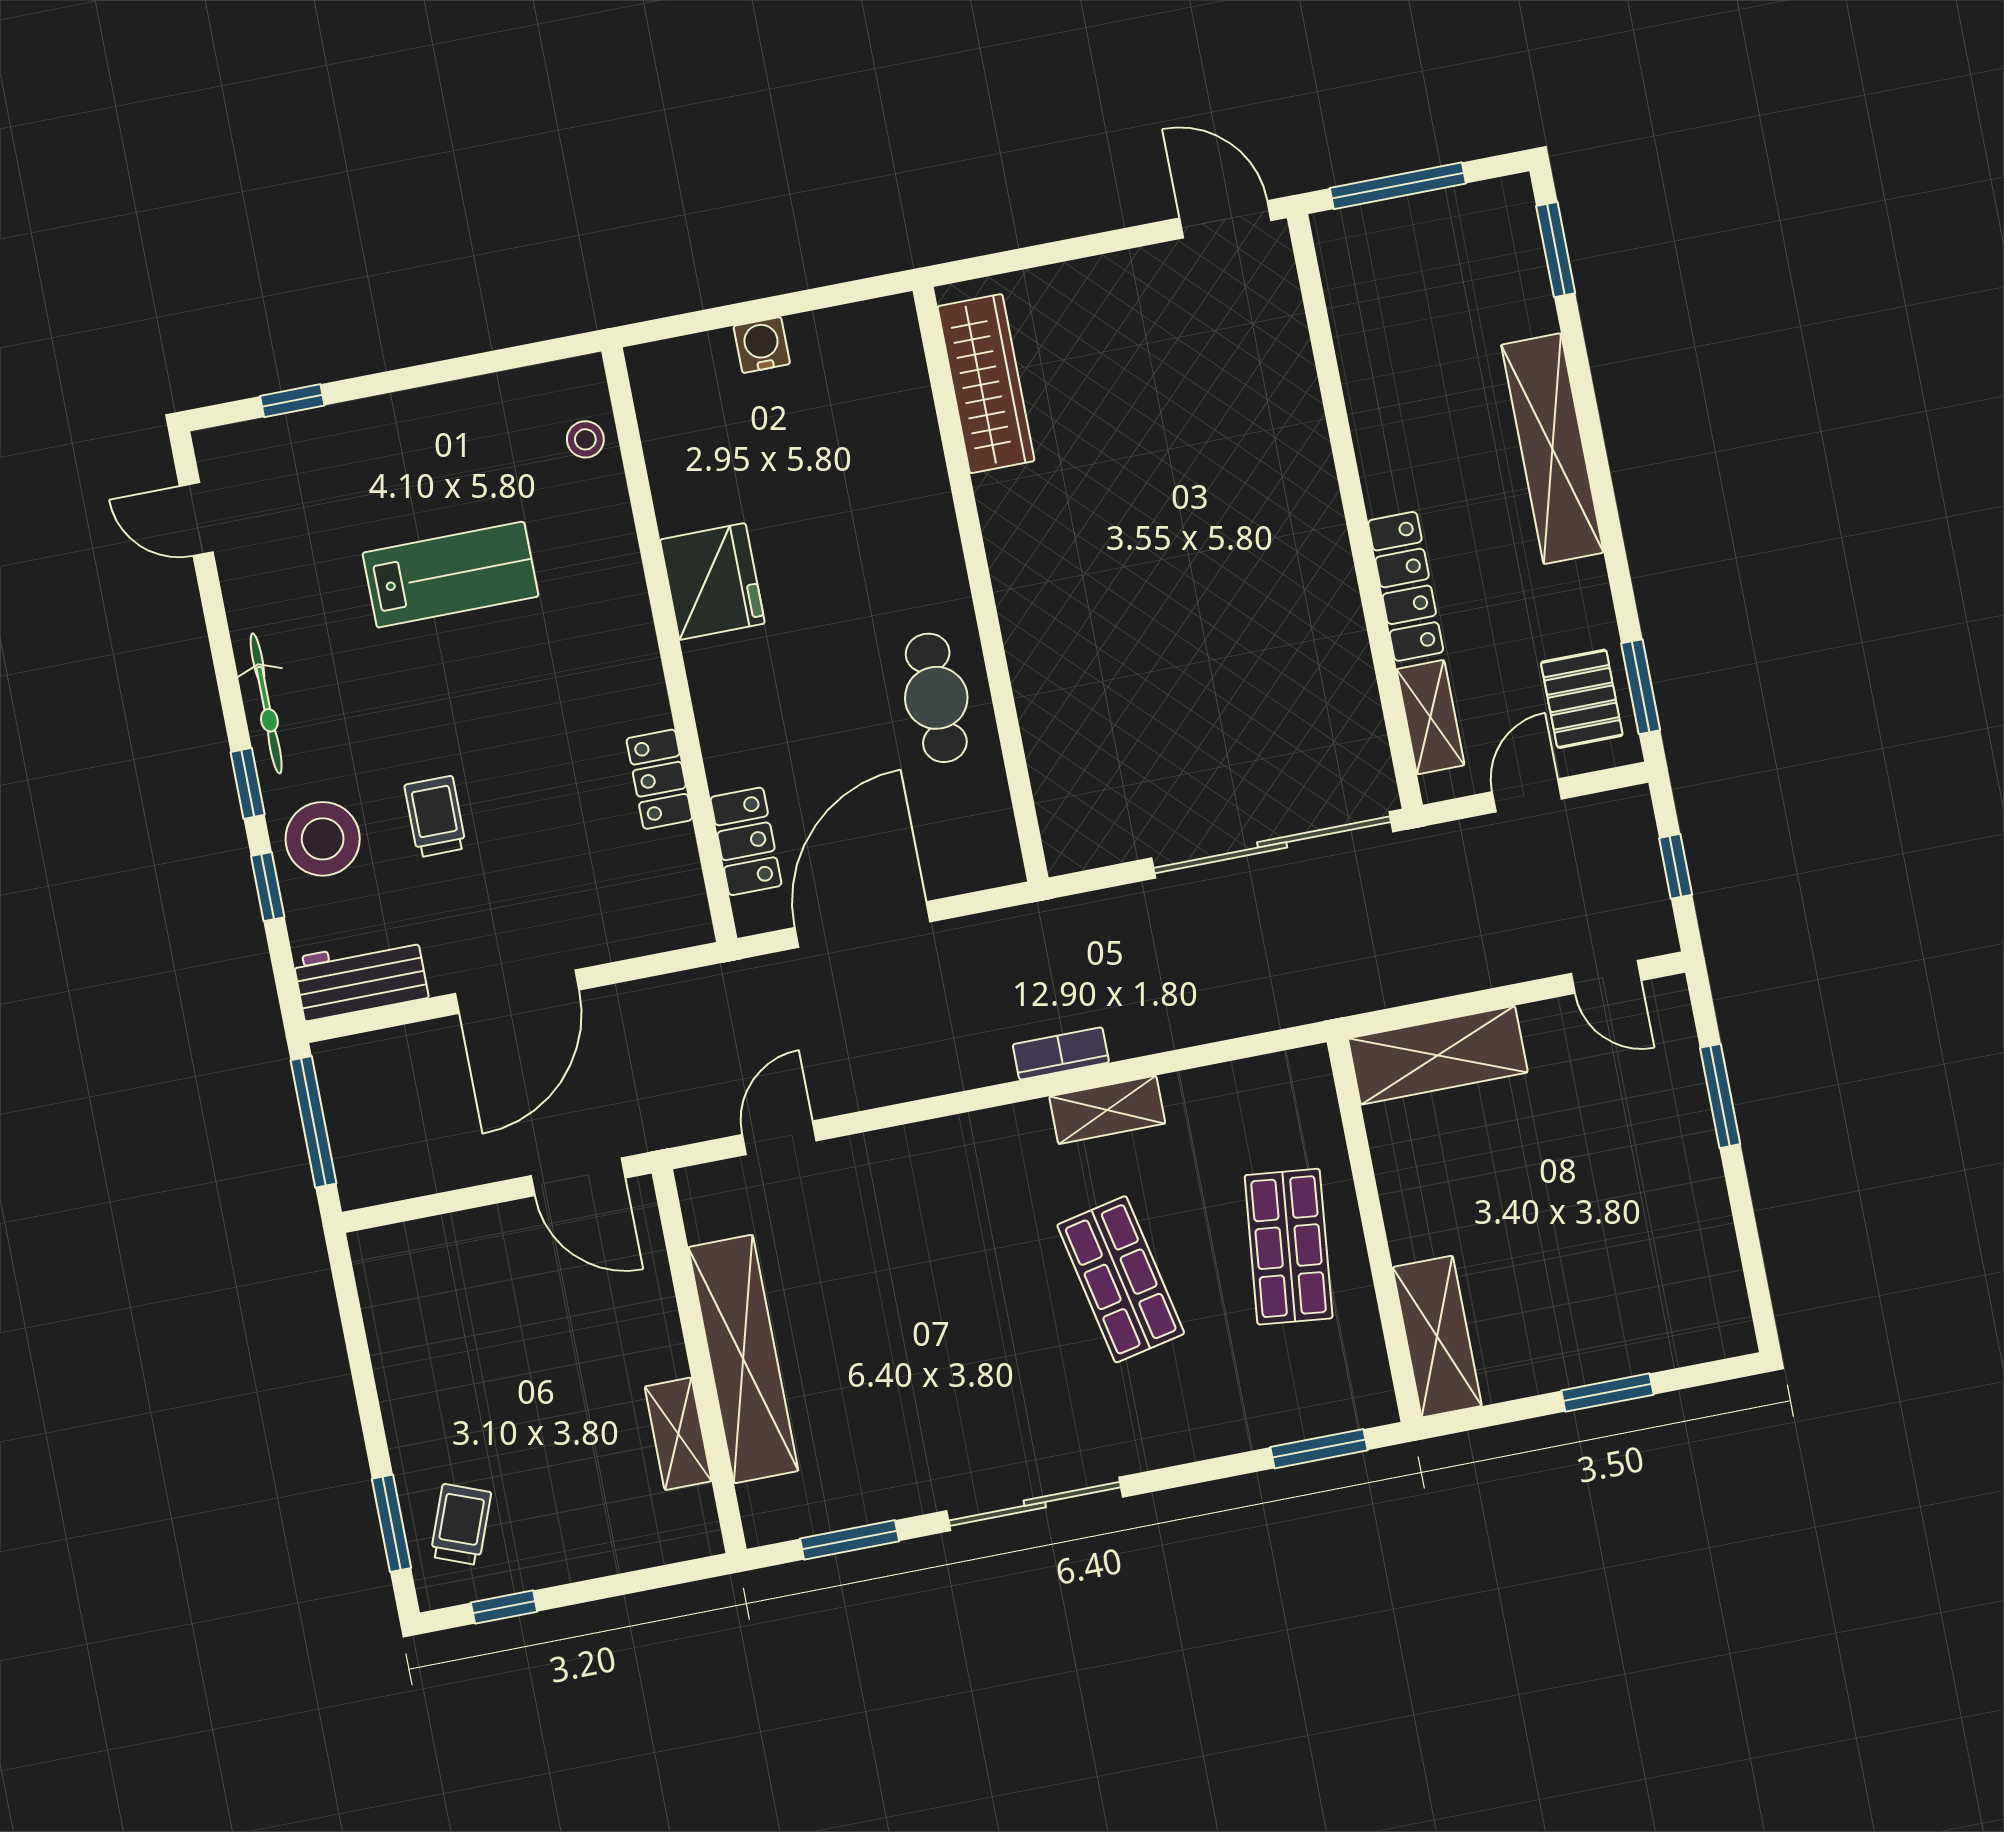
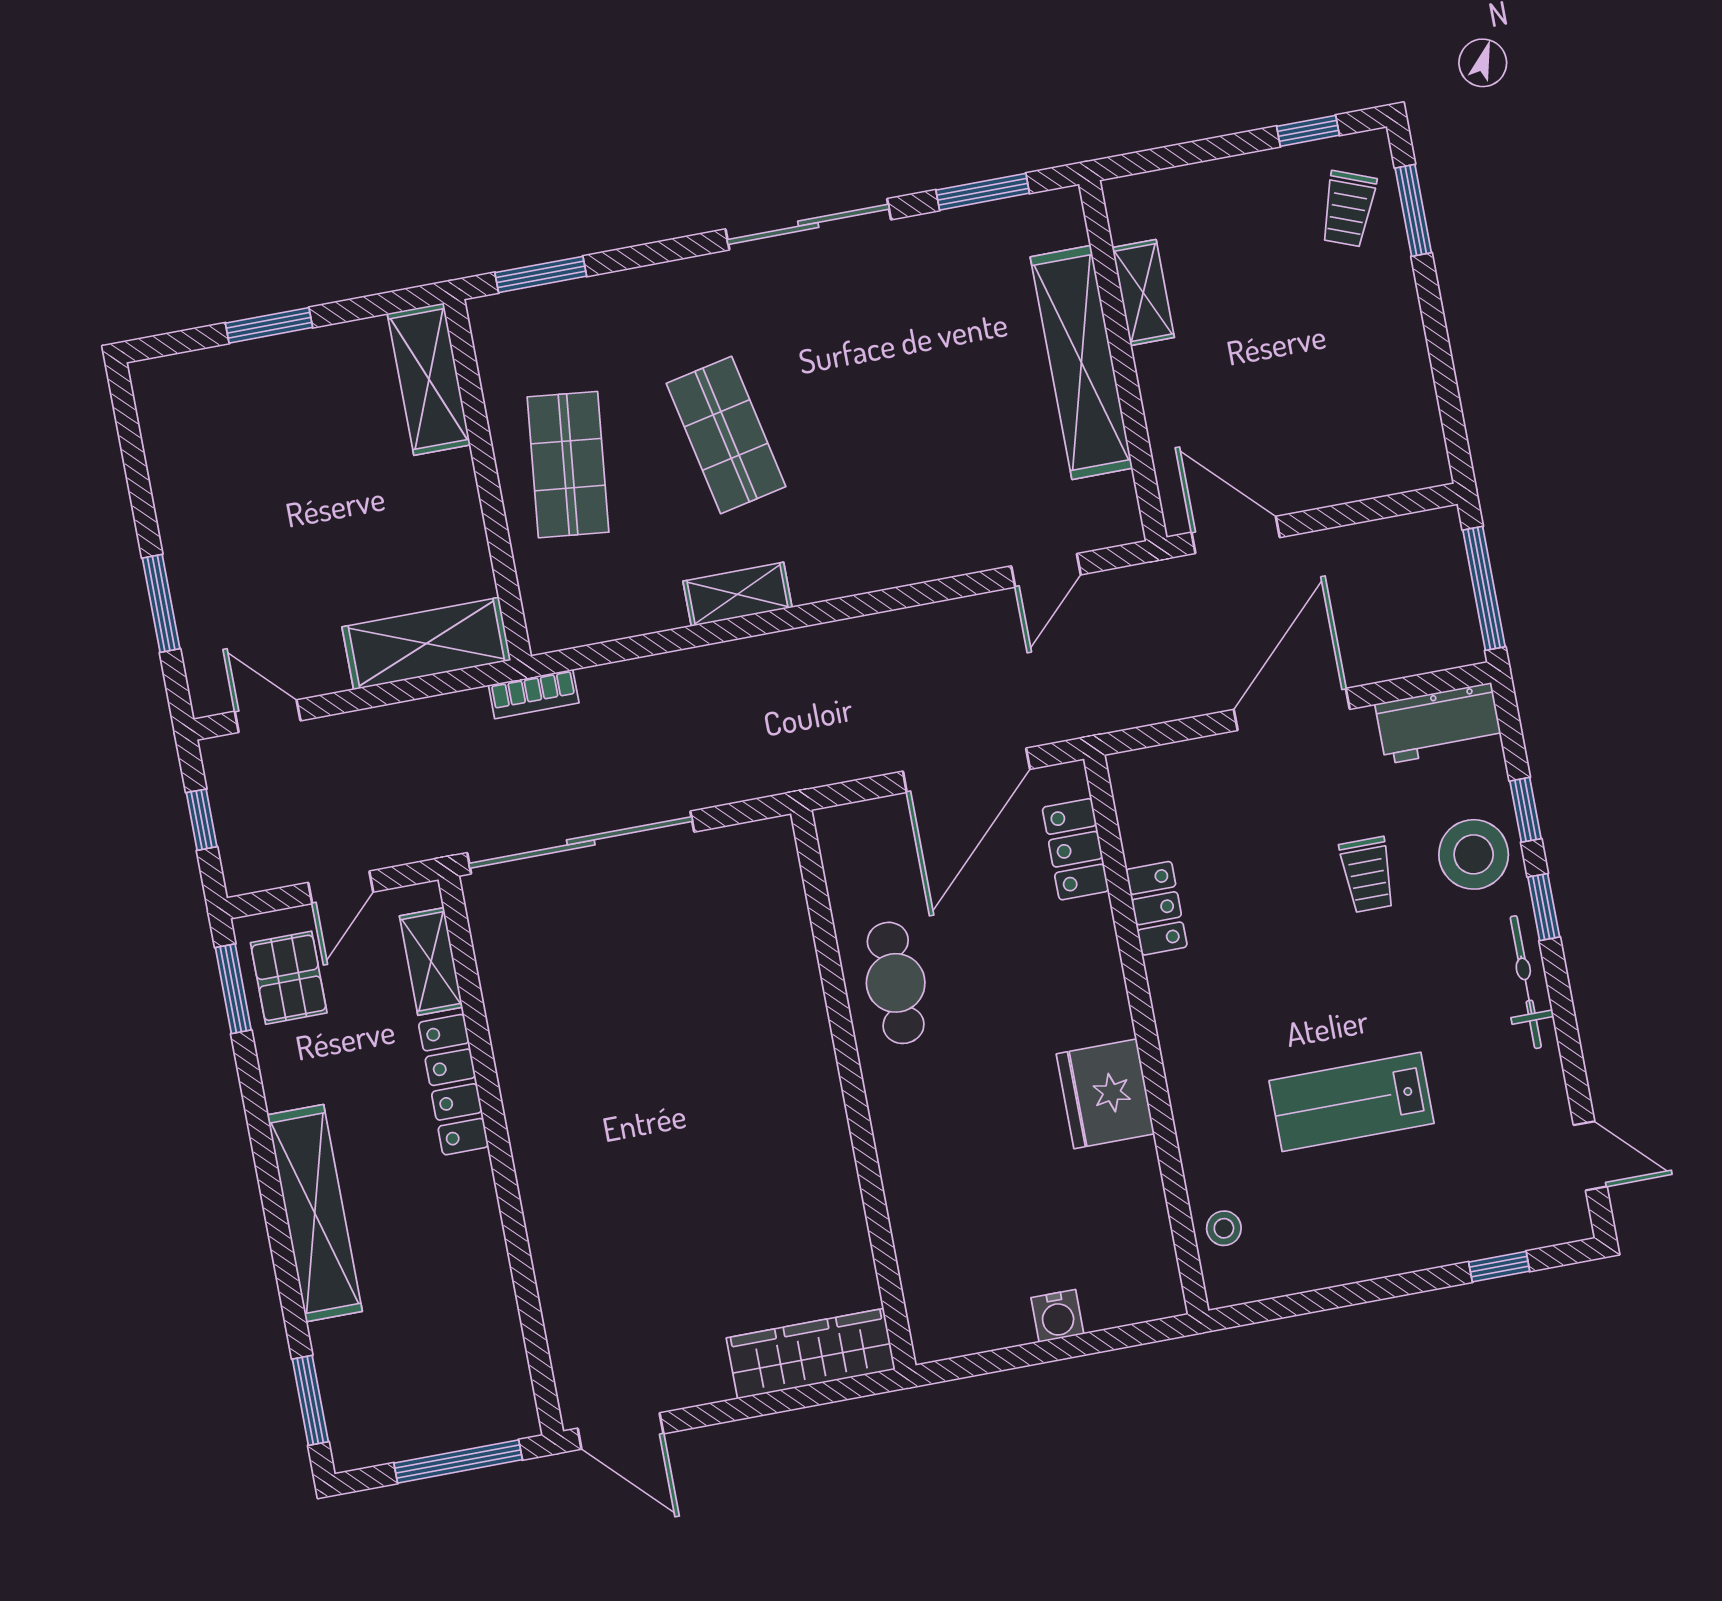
wardrobe: (986, 384) -> (811, 1354), moved, turned 90
bookcase: (1061, 1053) -> (534, 694), moved

